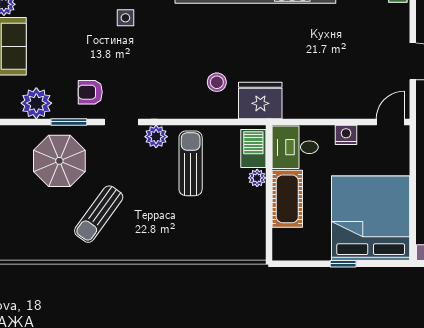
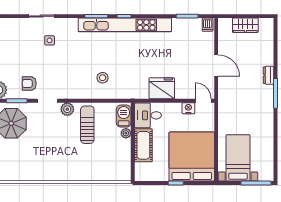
fridge: (260, 100) -> (162, 88), moved
door: (390, 122) -> (203, 101), hinge flipped
nightstand: (346, 135) -> (188, 108), moved
sun lounger: (99, 214) -> (34, 154), removed

